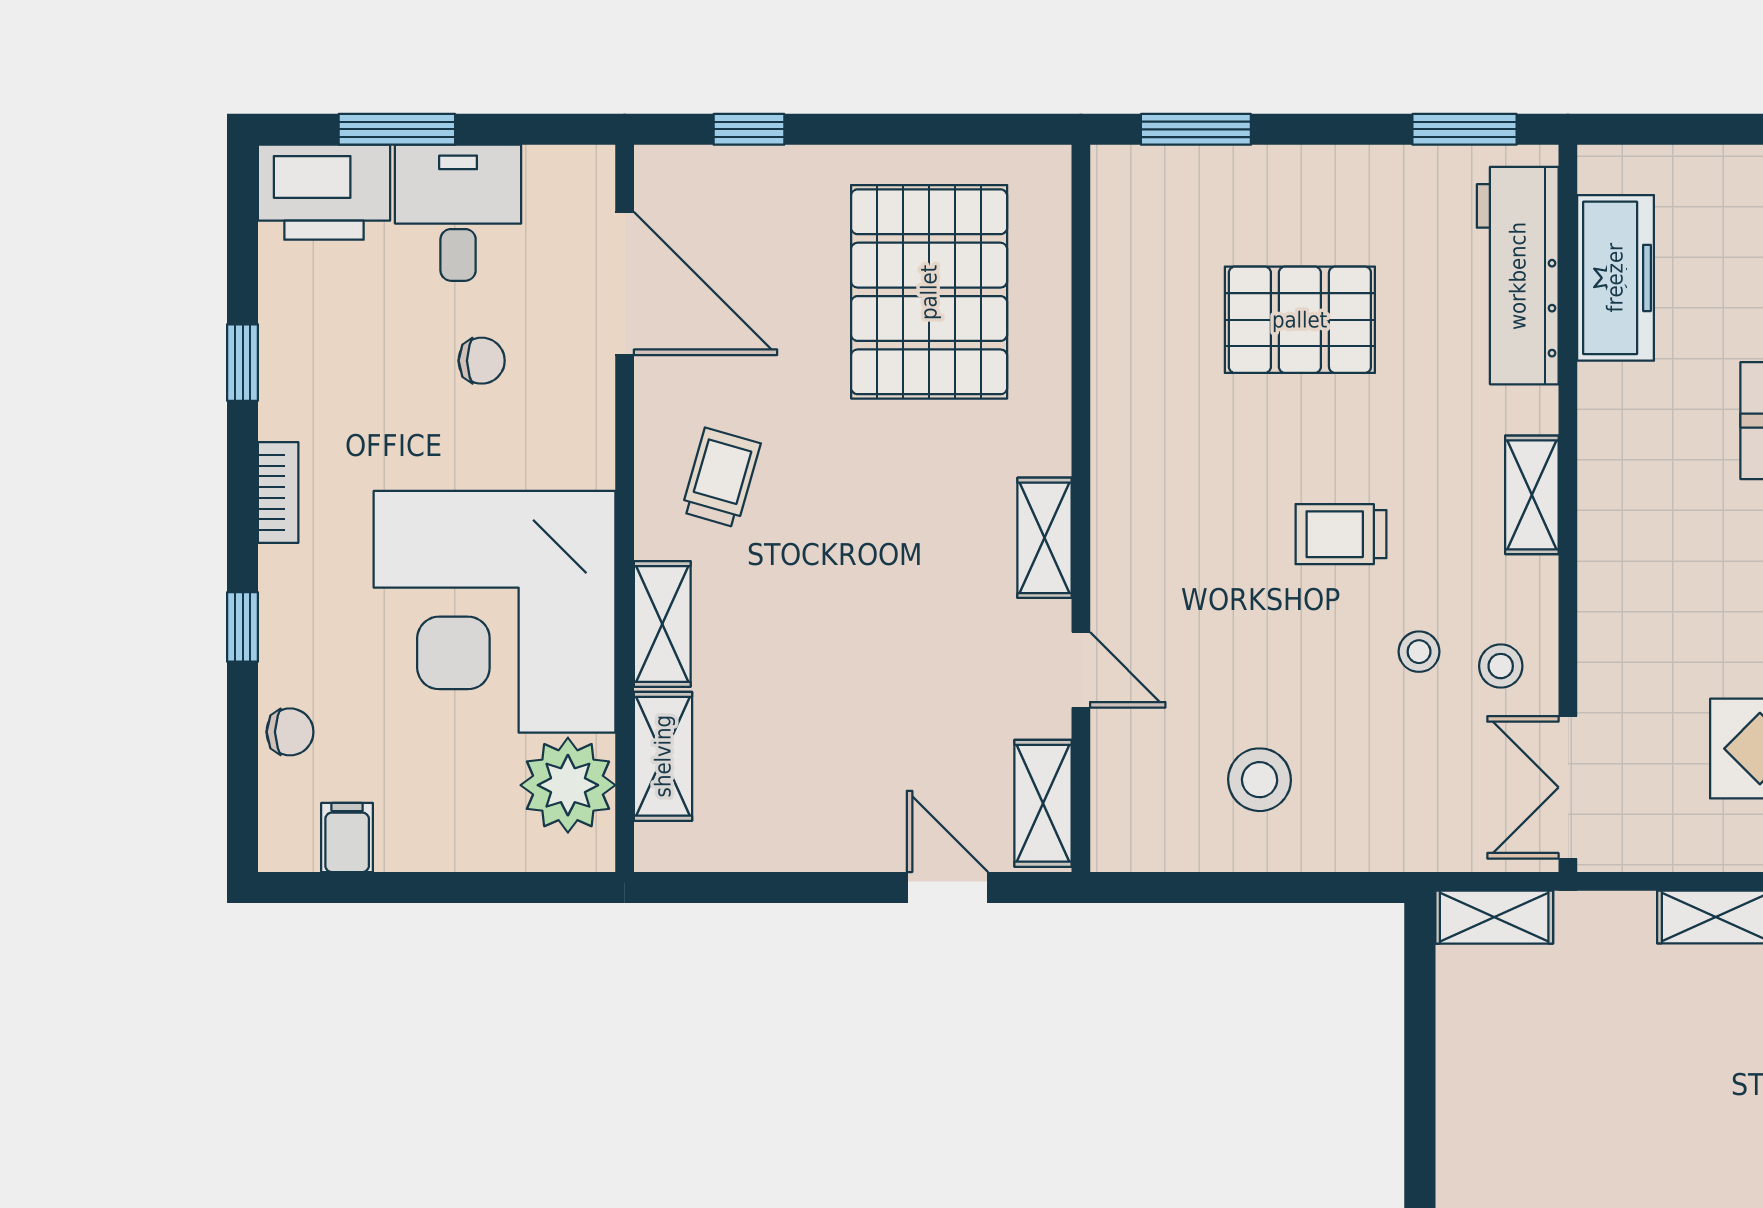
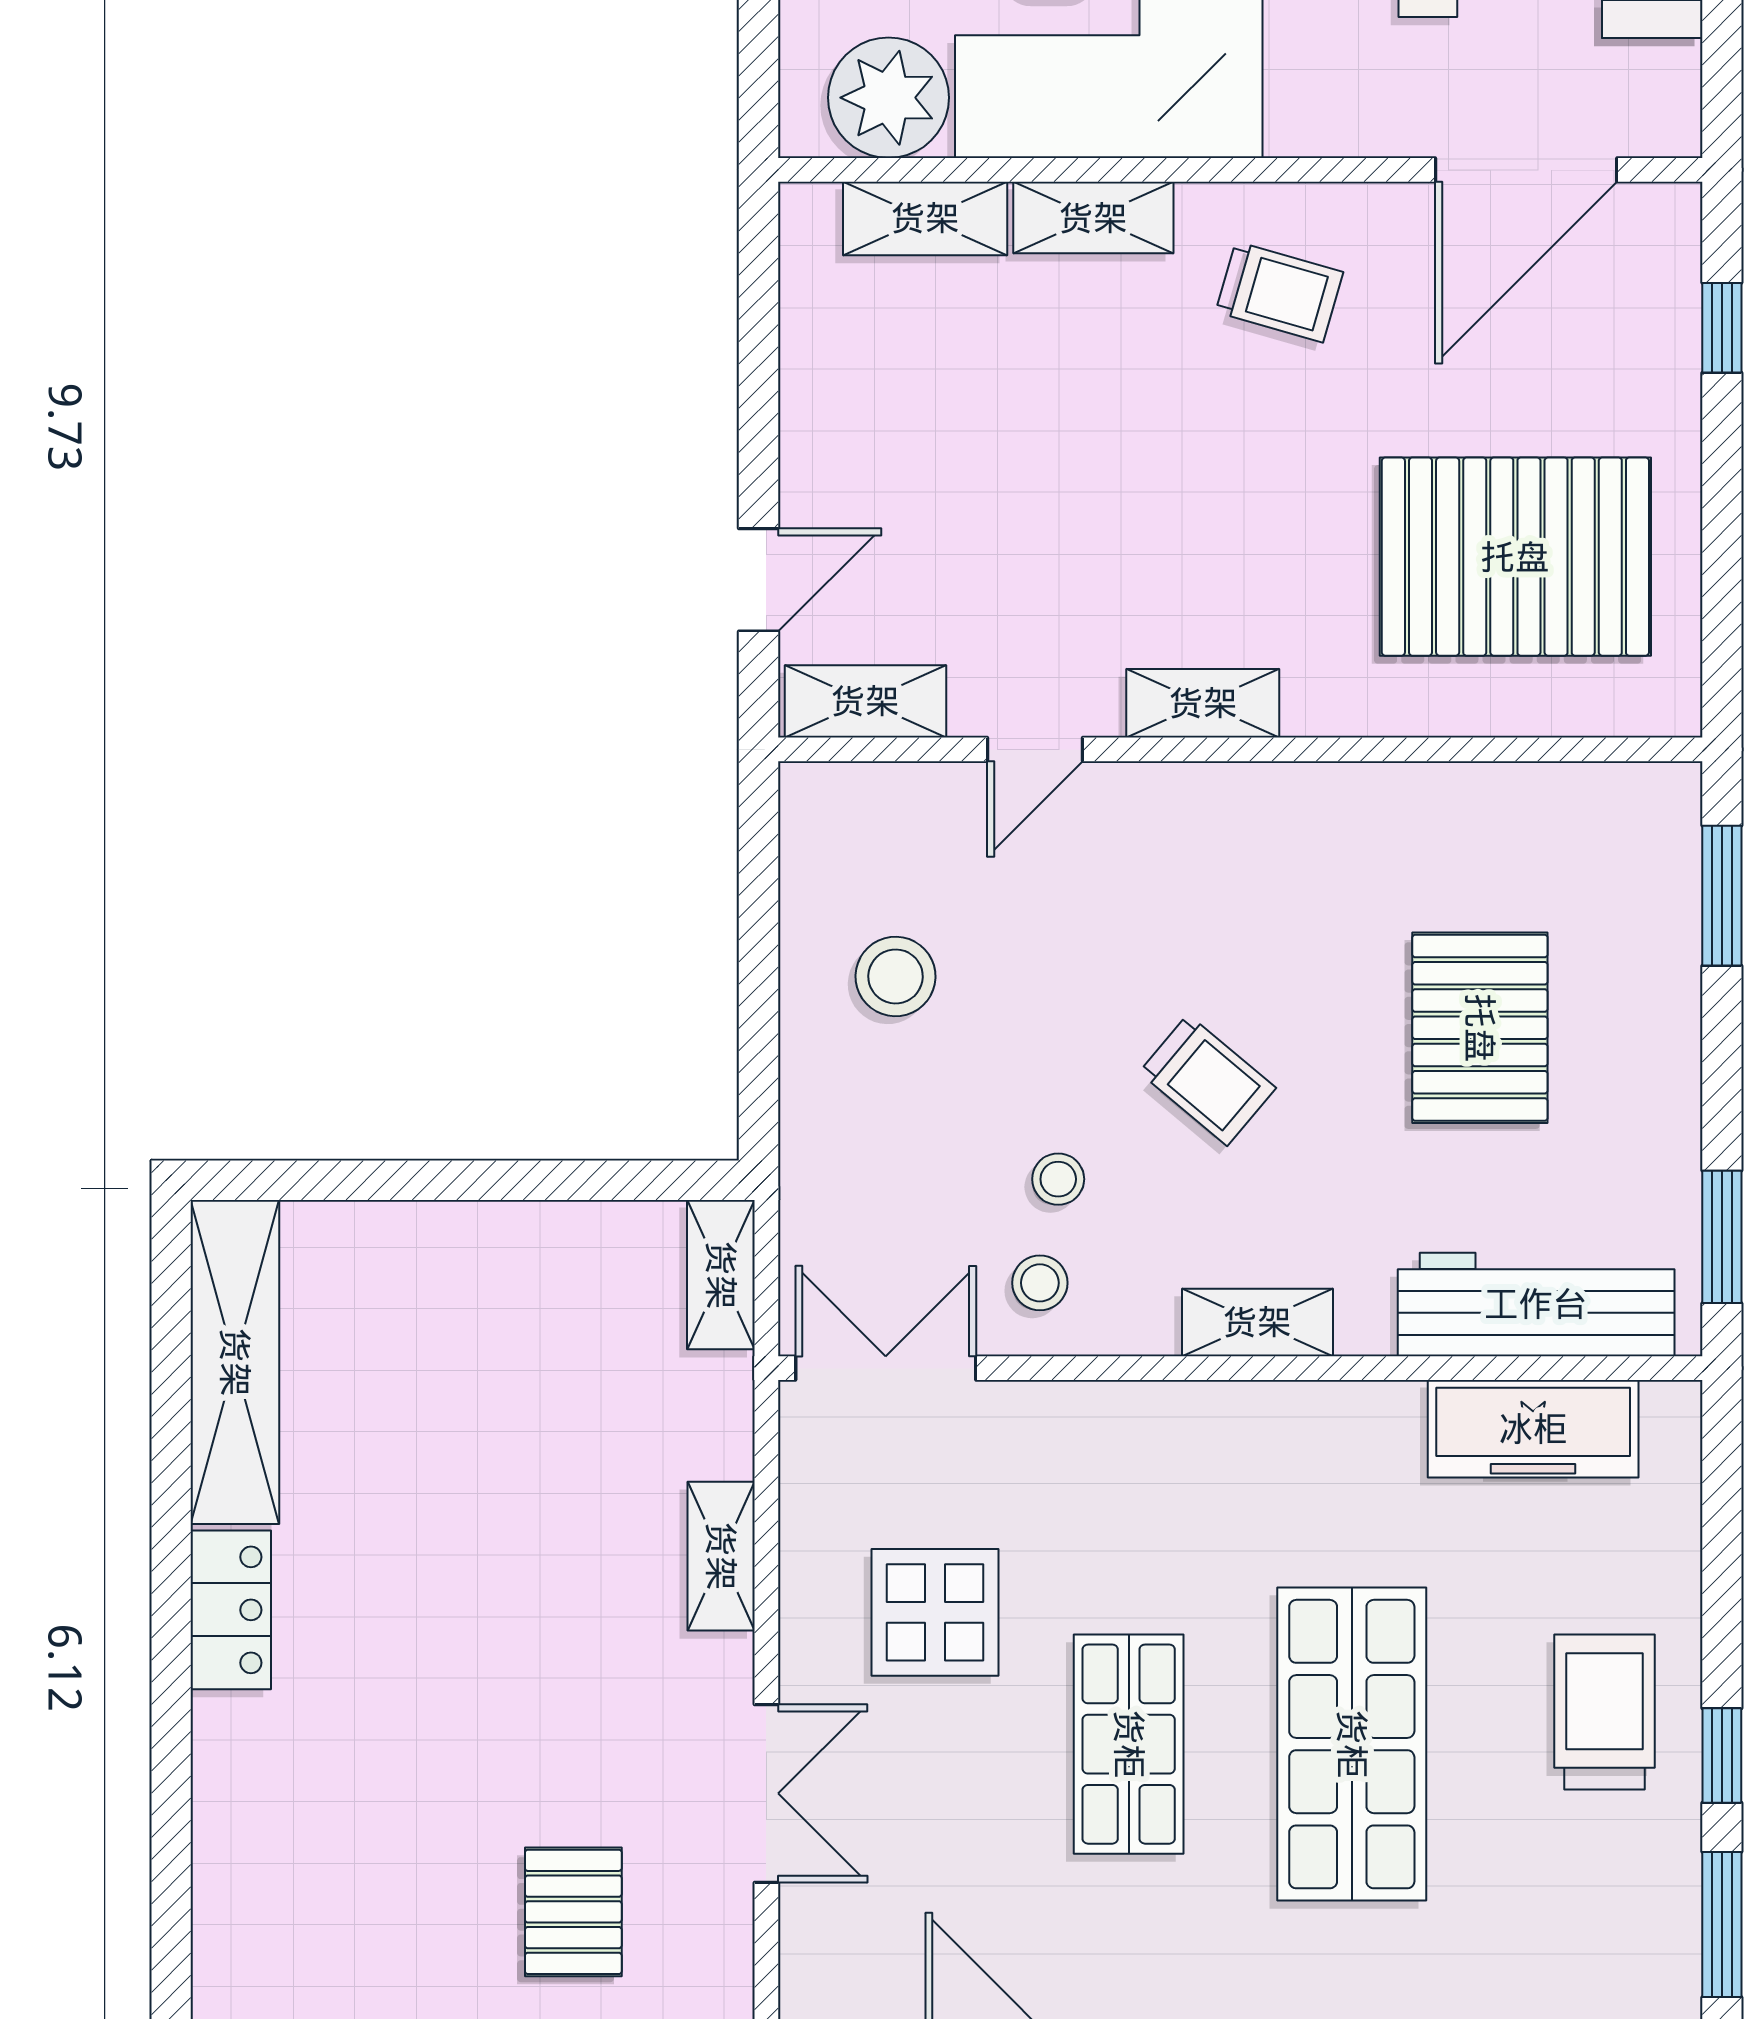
trolley: (1341, 534) -> (1207, 1080), turned 130

